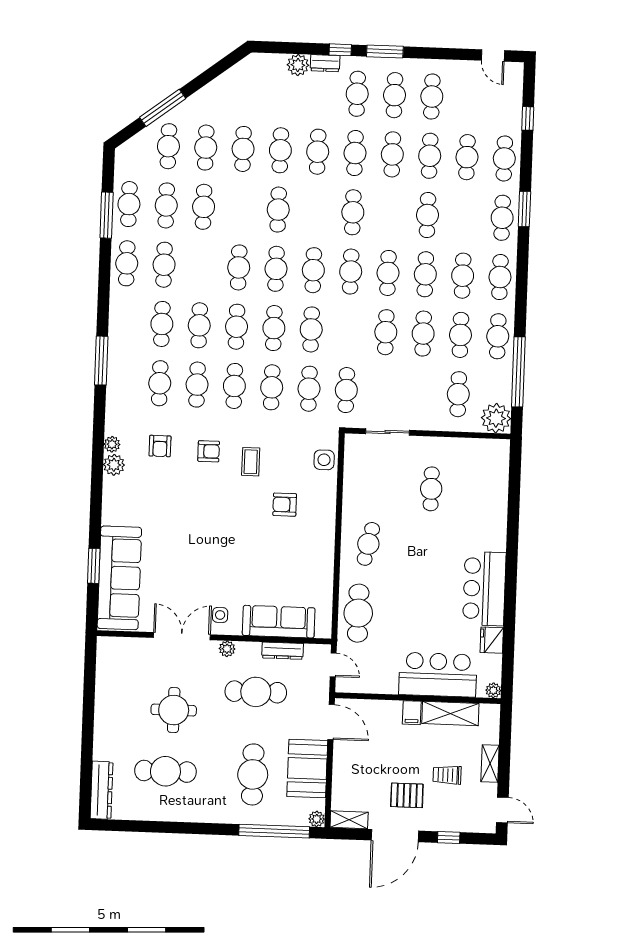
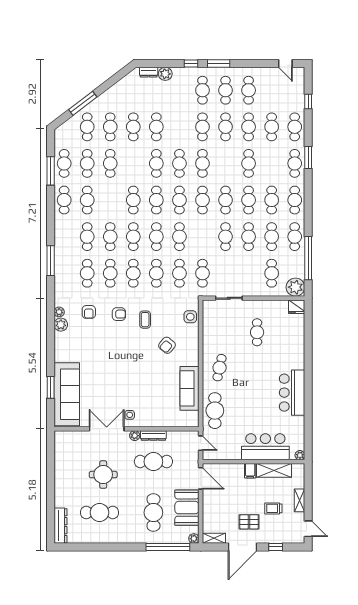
dresser: (325, 63) -> (149, 72), moved
cafe table: (318, 152) -> (179, 163), moved
armchair: (285, 505) -> (167, 345), turned -50
sofa: (279, 622) -> (189, 388), moved, turned -90
fridge: (492, 640) -> (297, 307), moved, turned -90
dresser: (283, 651) -> (153, 435), moved

